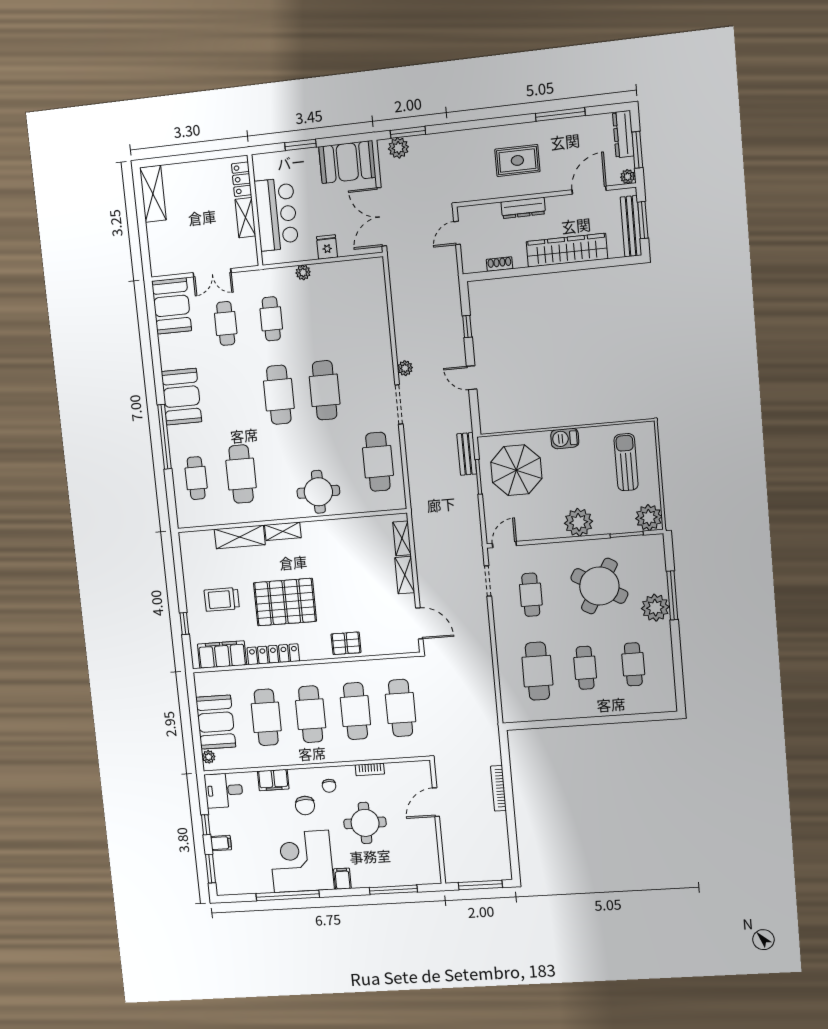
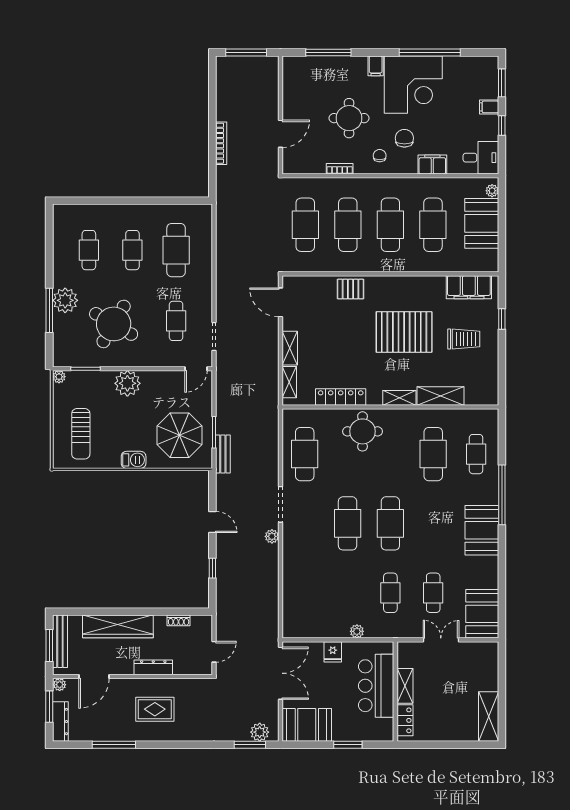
plant: (649, 518) -> (59, 377), width x0.53, depth x0.53
locker: (273, 654) -> (341, 397), moved, turned 180

